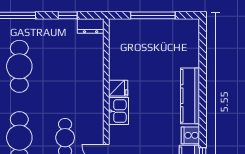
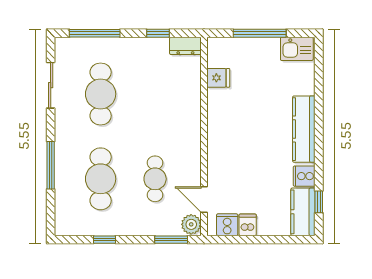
fridge: (118, 88) -> (218, 78), moved
kitchen sink: (119, 111) -> (297, 49), moved, turned 90

